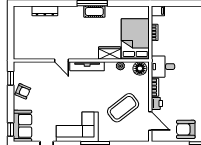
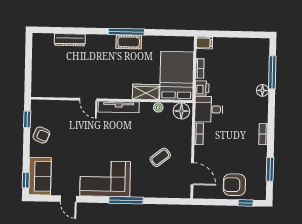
printer: (157, 103) -> (202, 88), moved
coffee table: (123, 108) -> (160, 157), width x0.54, depth x0.58

